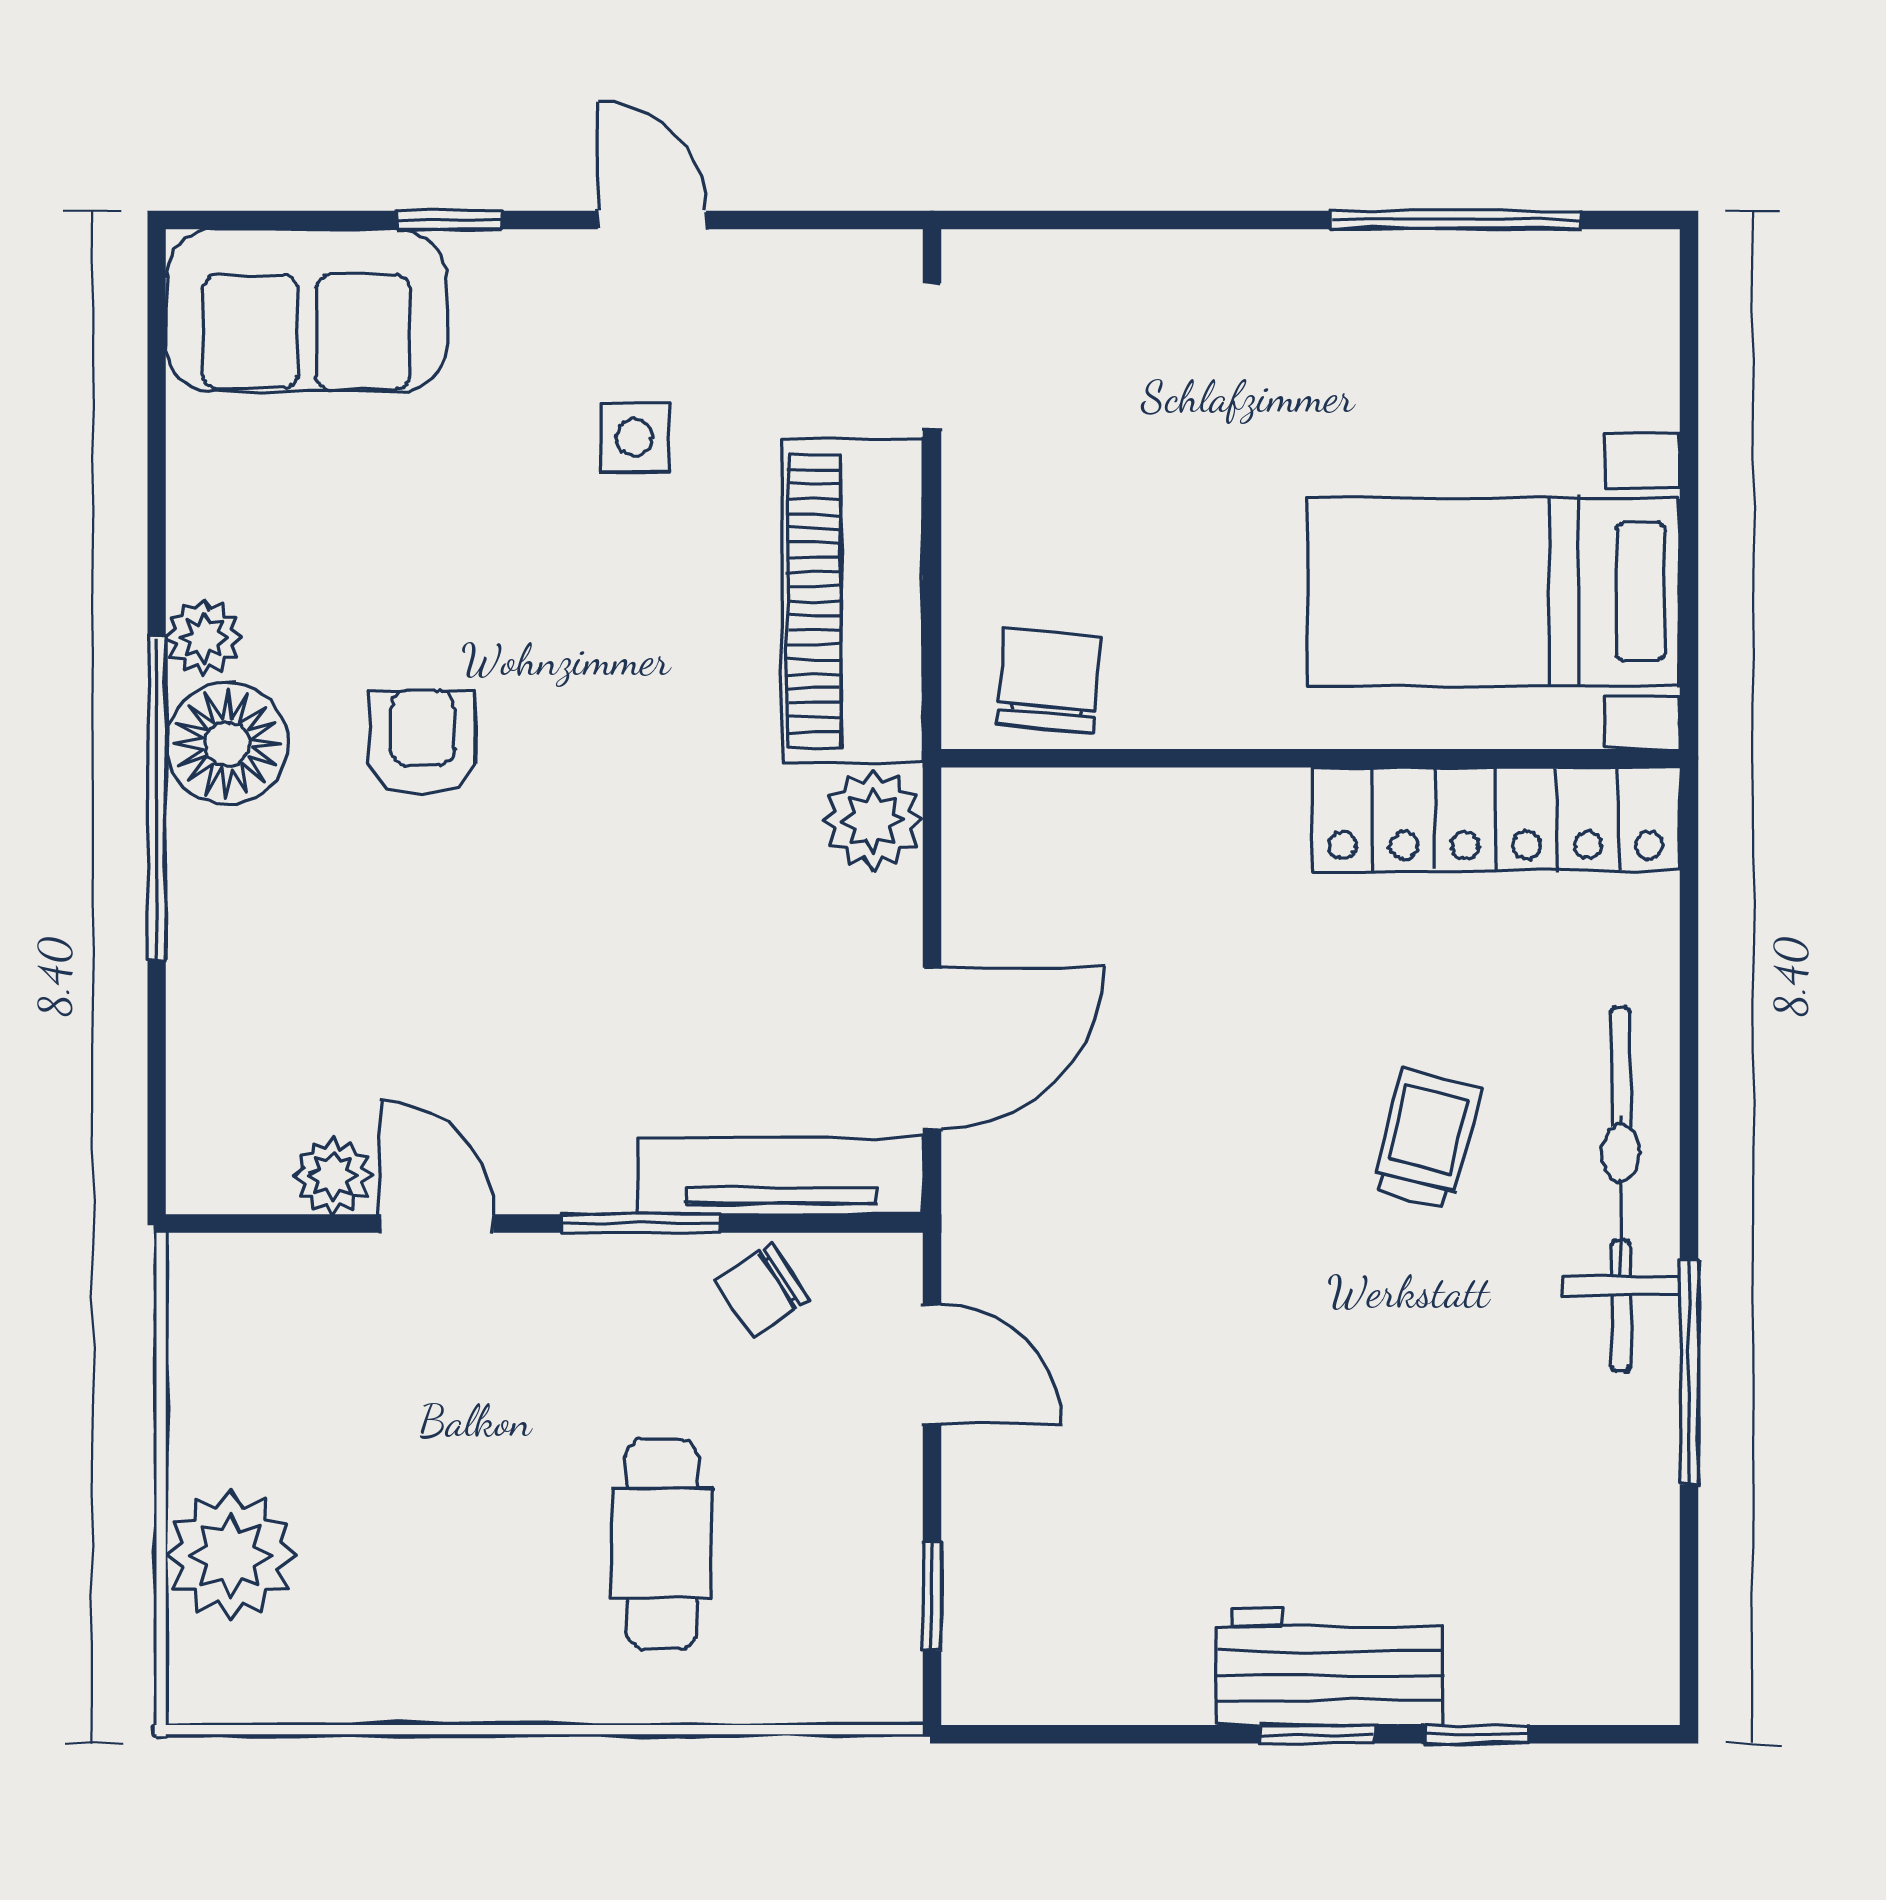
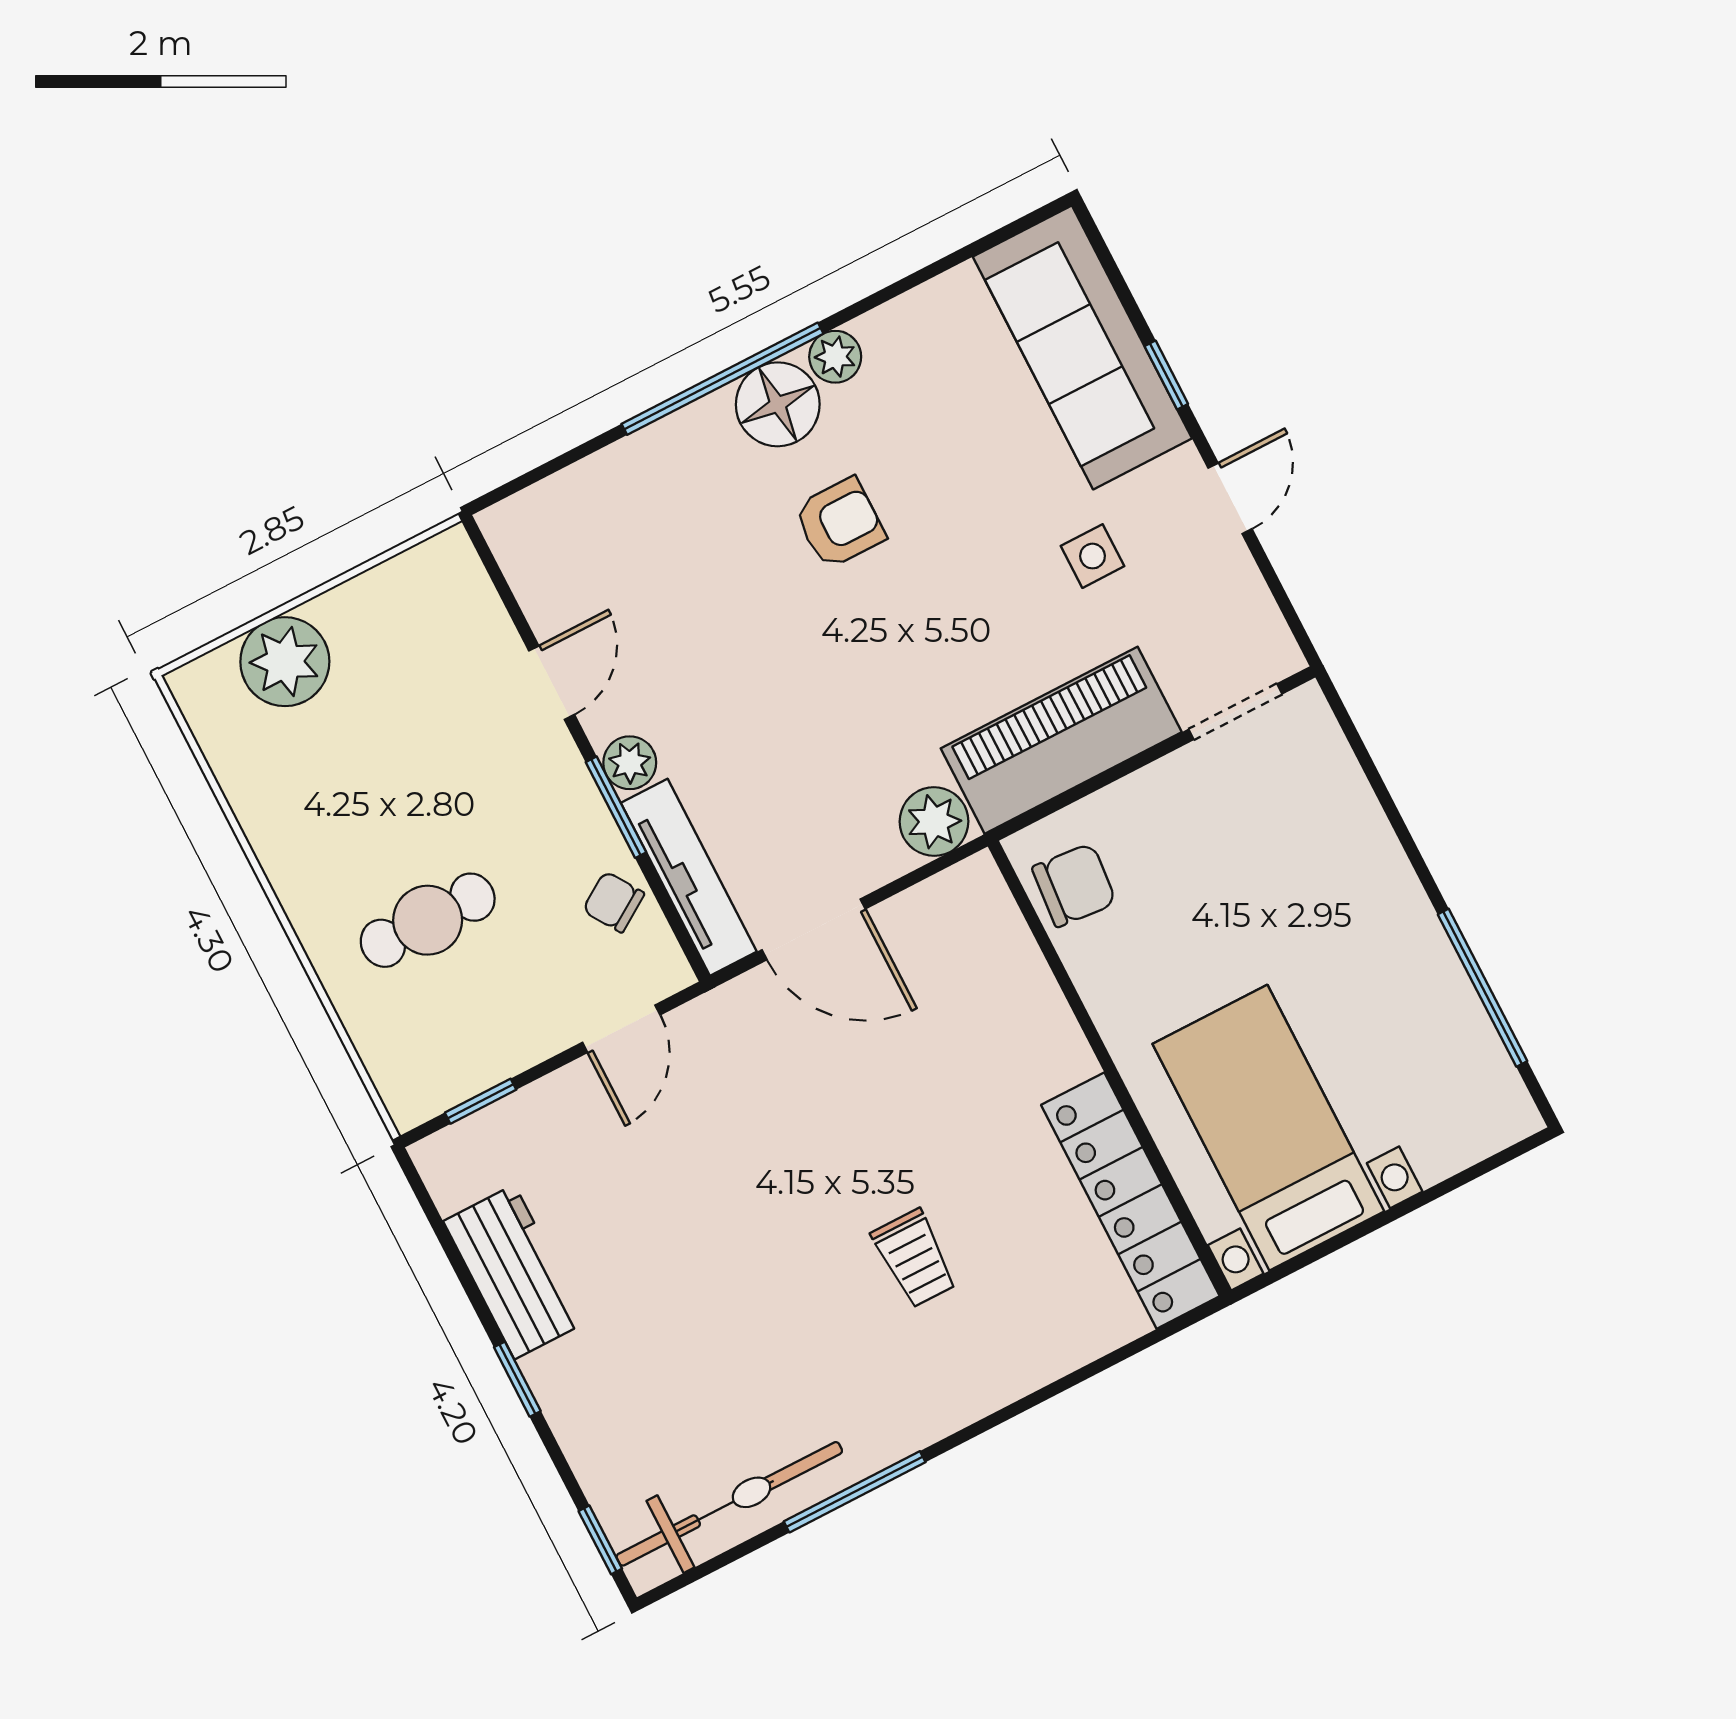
sofa: (306, 311) -> (1082, 347), width x1.36
trolley: (1426, 1138) -> (914, 1258), turned 75
plant: (333, 1176) -> (630, 763), moved
bicycle: (1621, 1189) -> (729, 1504), moved
workbench: (1330, 1666) -> (514, 1272), moved
window: (1476, 1734) -> (600, 1540), moved

